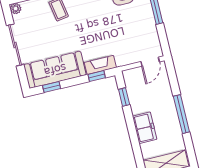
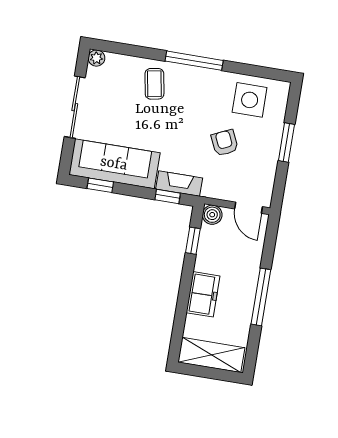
armchair: (118, 28) -> (225, 143), added
door: (150, 62) -> (249, 208), hinge flipped
boiler: (129, 76) -> (212, 215), added

